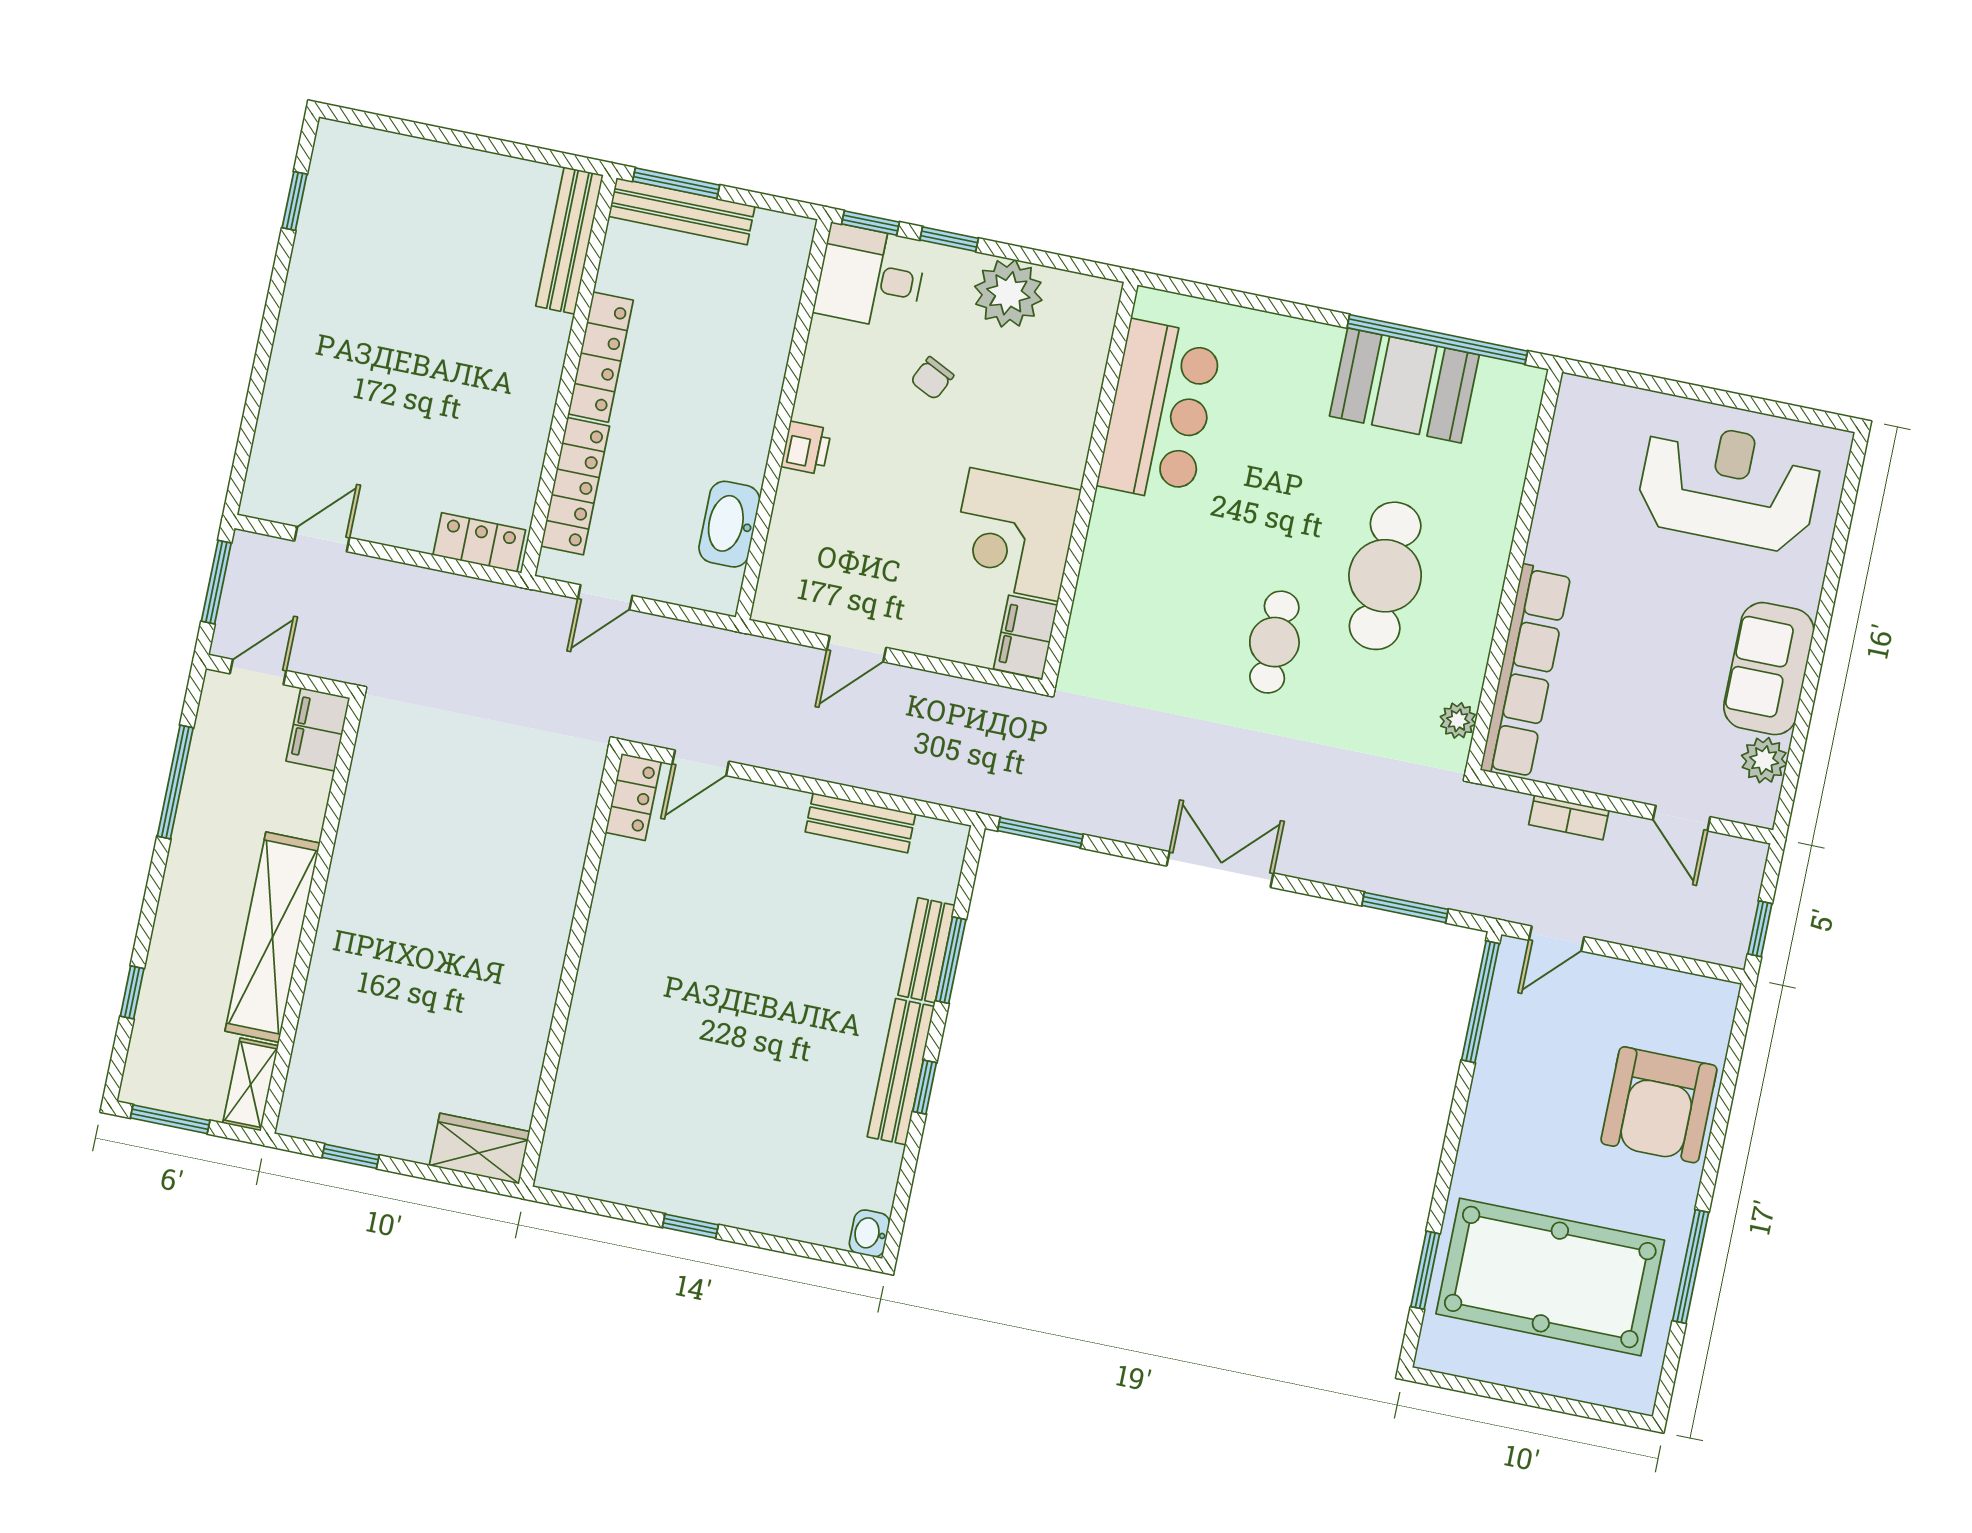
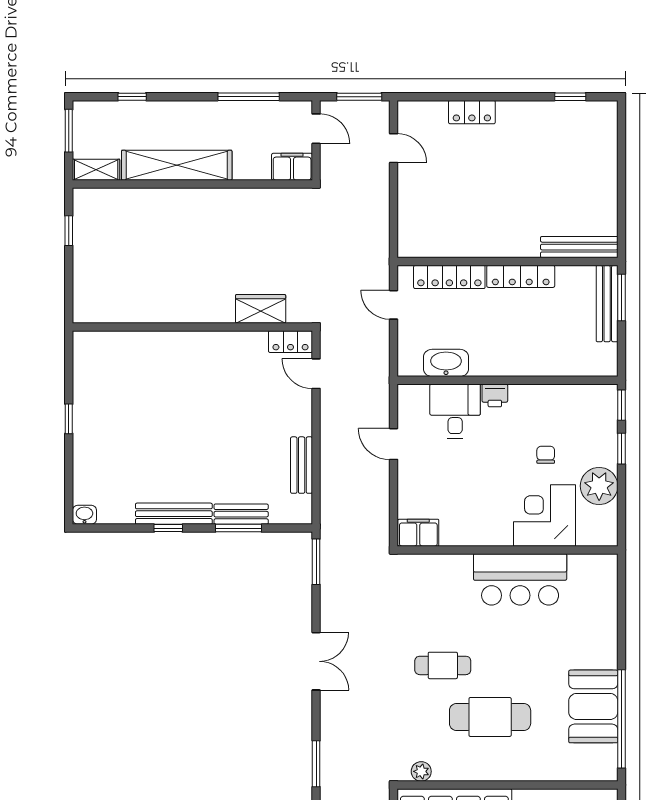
desk: (870, 277) -> (455, 411), moved
chair: (932, 378) -> (546, 455), turned 64
bar counter: (1160, 411) -> (520, 579), moved
corner desk: (1014, 535) -> (544, 515), moved
locker: (479, 542) -> (472, 112), moved, turned 90
wardrobe: (480, 1149) -> (261, 309), moved, turned -90

